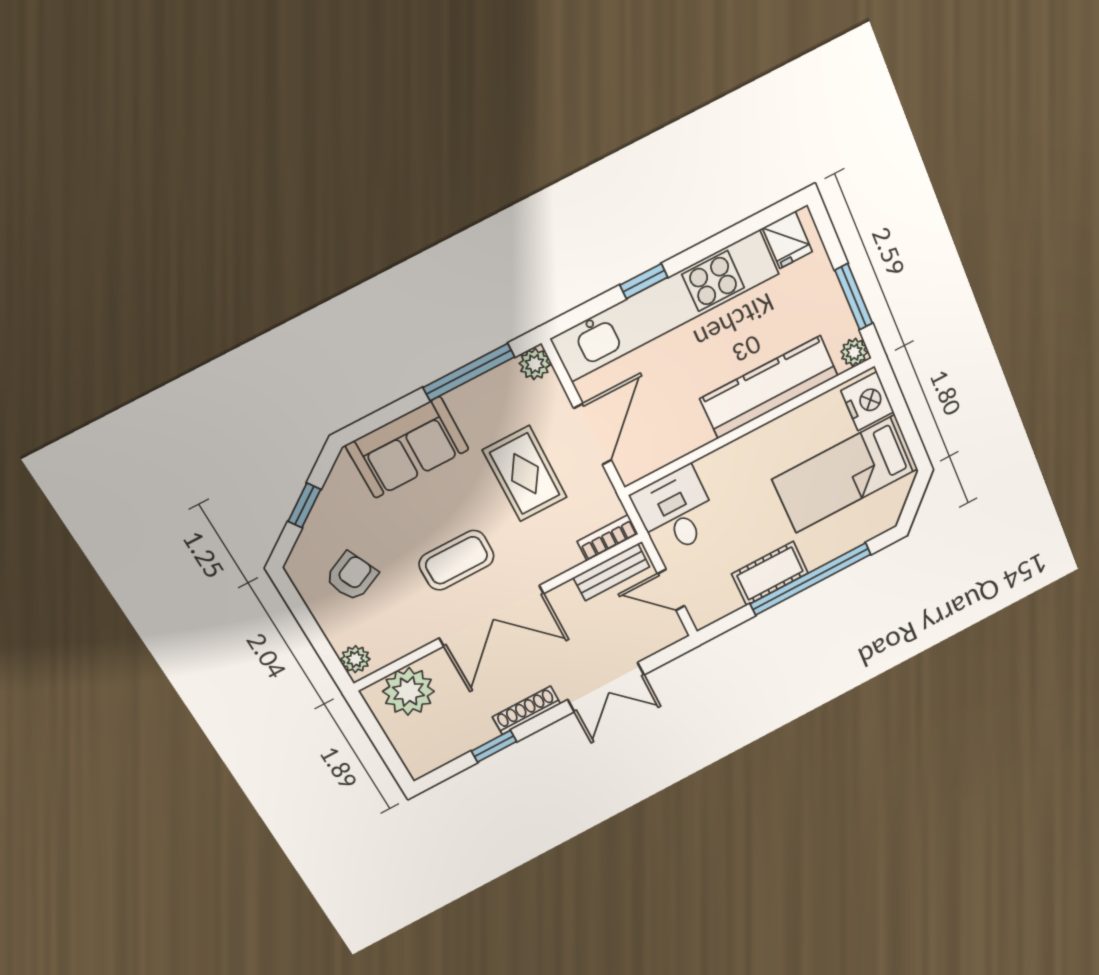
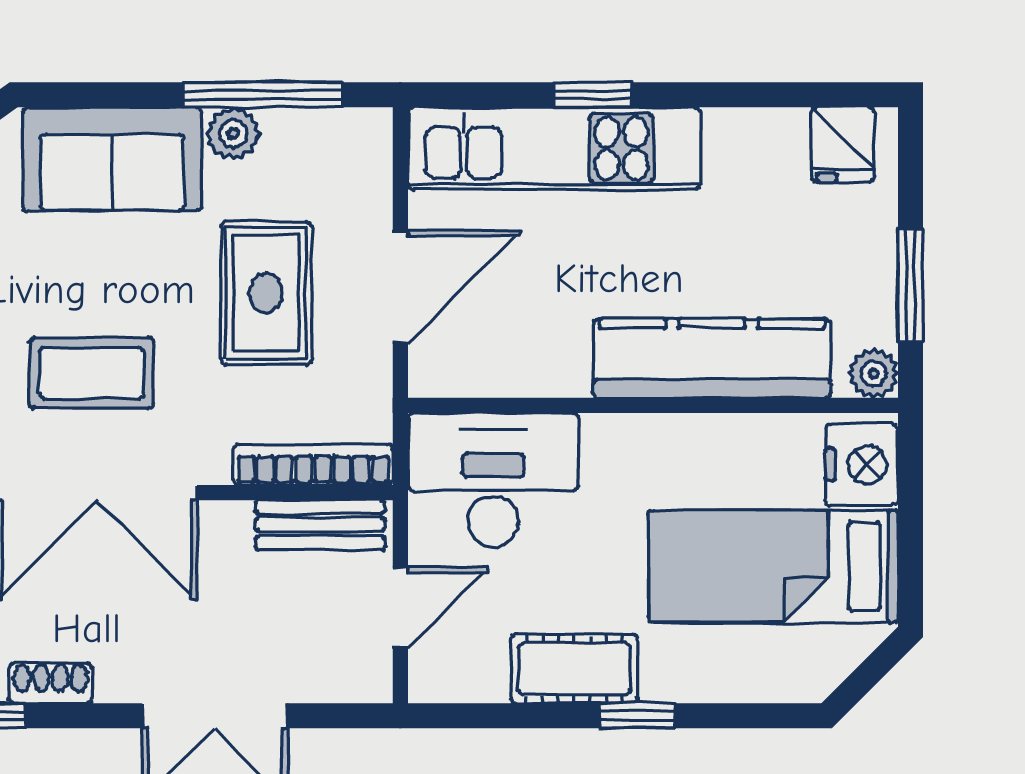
kitchen unit: (665, 306) -> (554, 148), width x0.73
plant: (535, 364) -> (233, 134), moved
desk: (676, 511) -> (493, 480), width x1.37
bookcase: (608, 538) -> (313, 465), width x1.56
window: (811, 579) -> (637, 716), width x0.32
door: (671, 590) -> (400, 607), swing flipped
shoe rack: (526, 710) -> (51, 683), width x0.70

